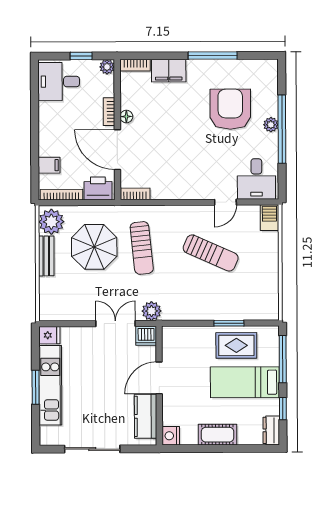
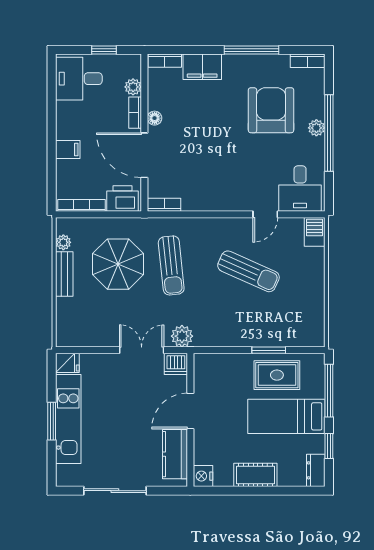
bookcase: (263, 65) -> (307, 61), added
plant: (107, 67) -> (133, 87), moved
filing cabinet: (49, 165) -> (68, 150), moved
plant: (51, 222) -> (63, 242), width x0.53, depth x0.53

